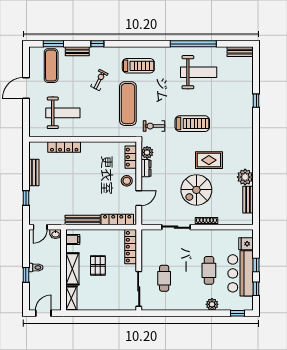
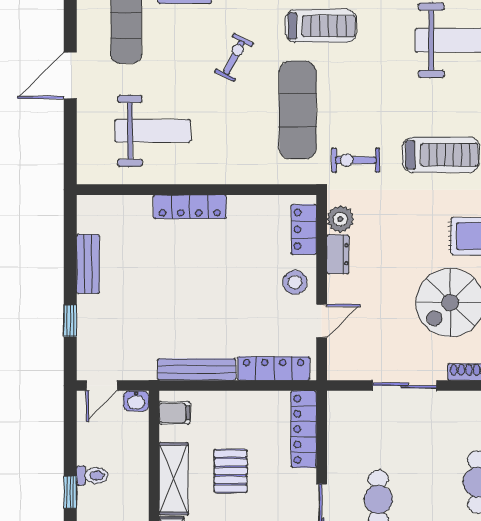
locker: (64, 147) -> (190, 207), moved

